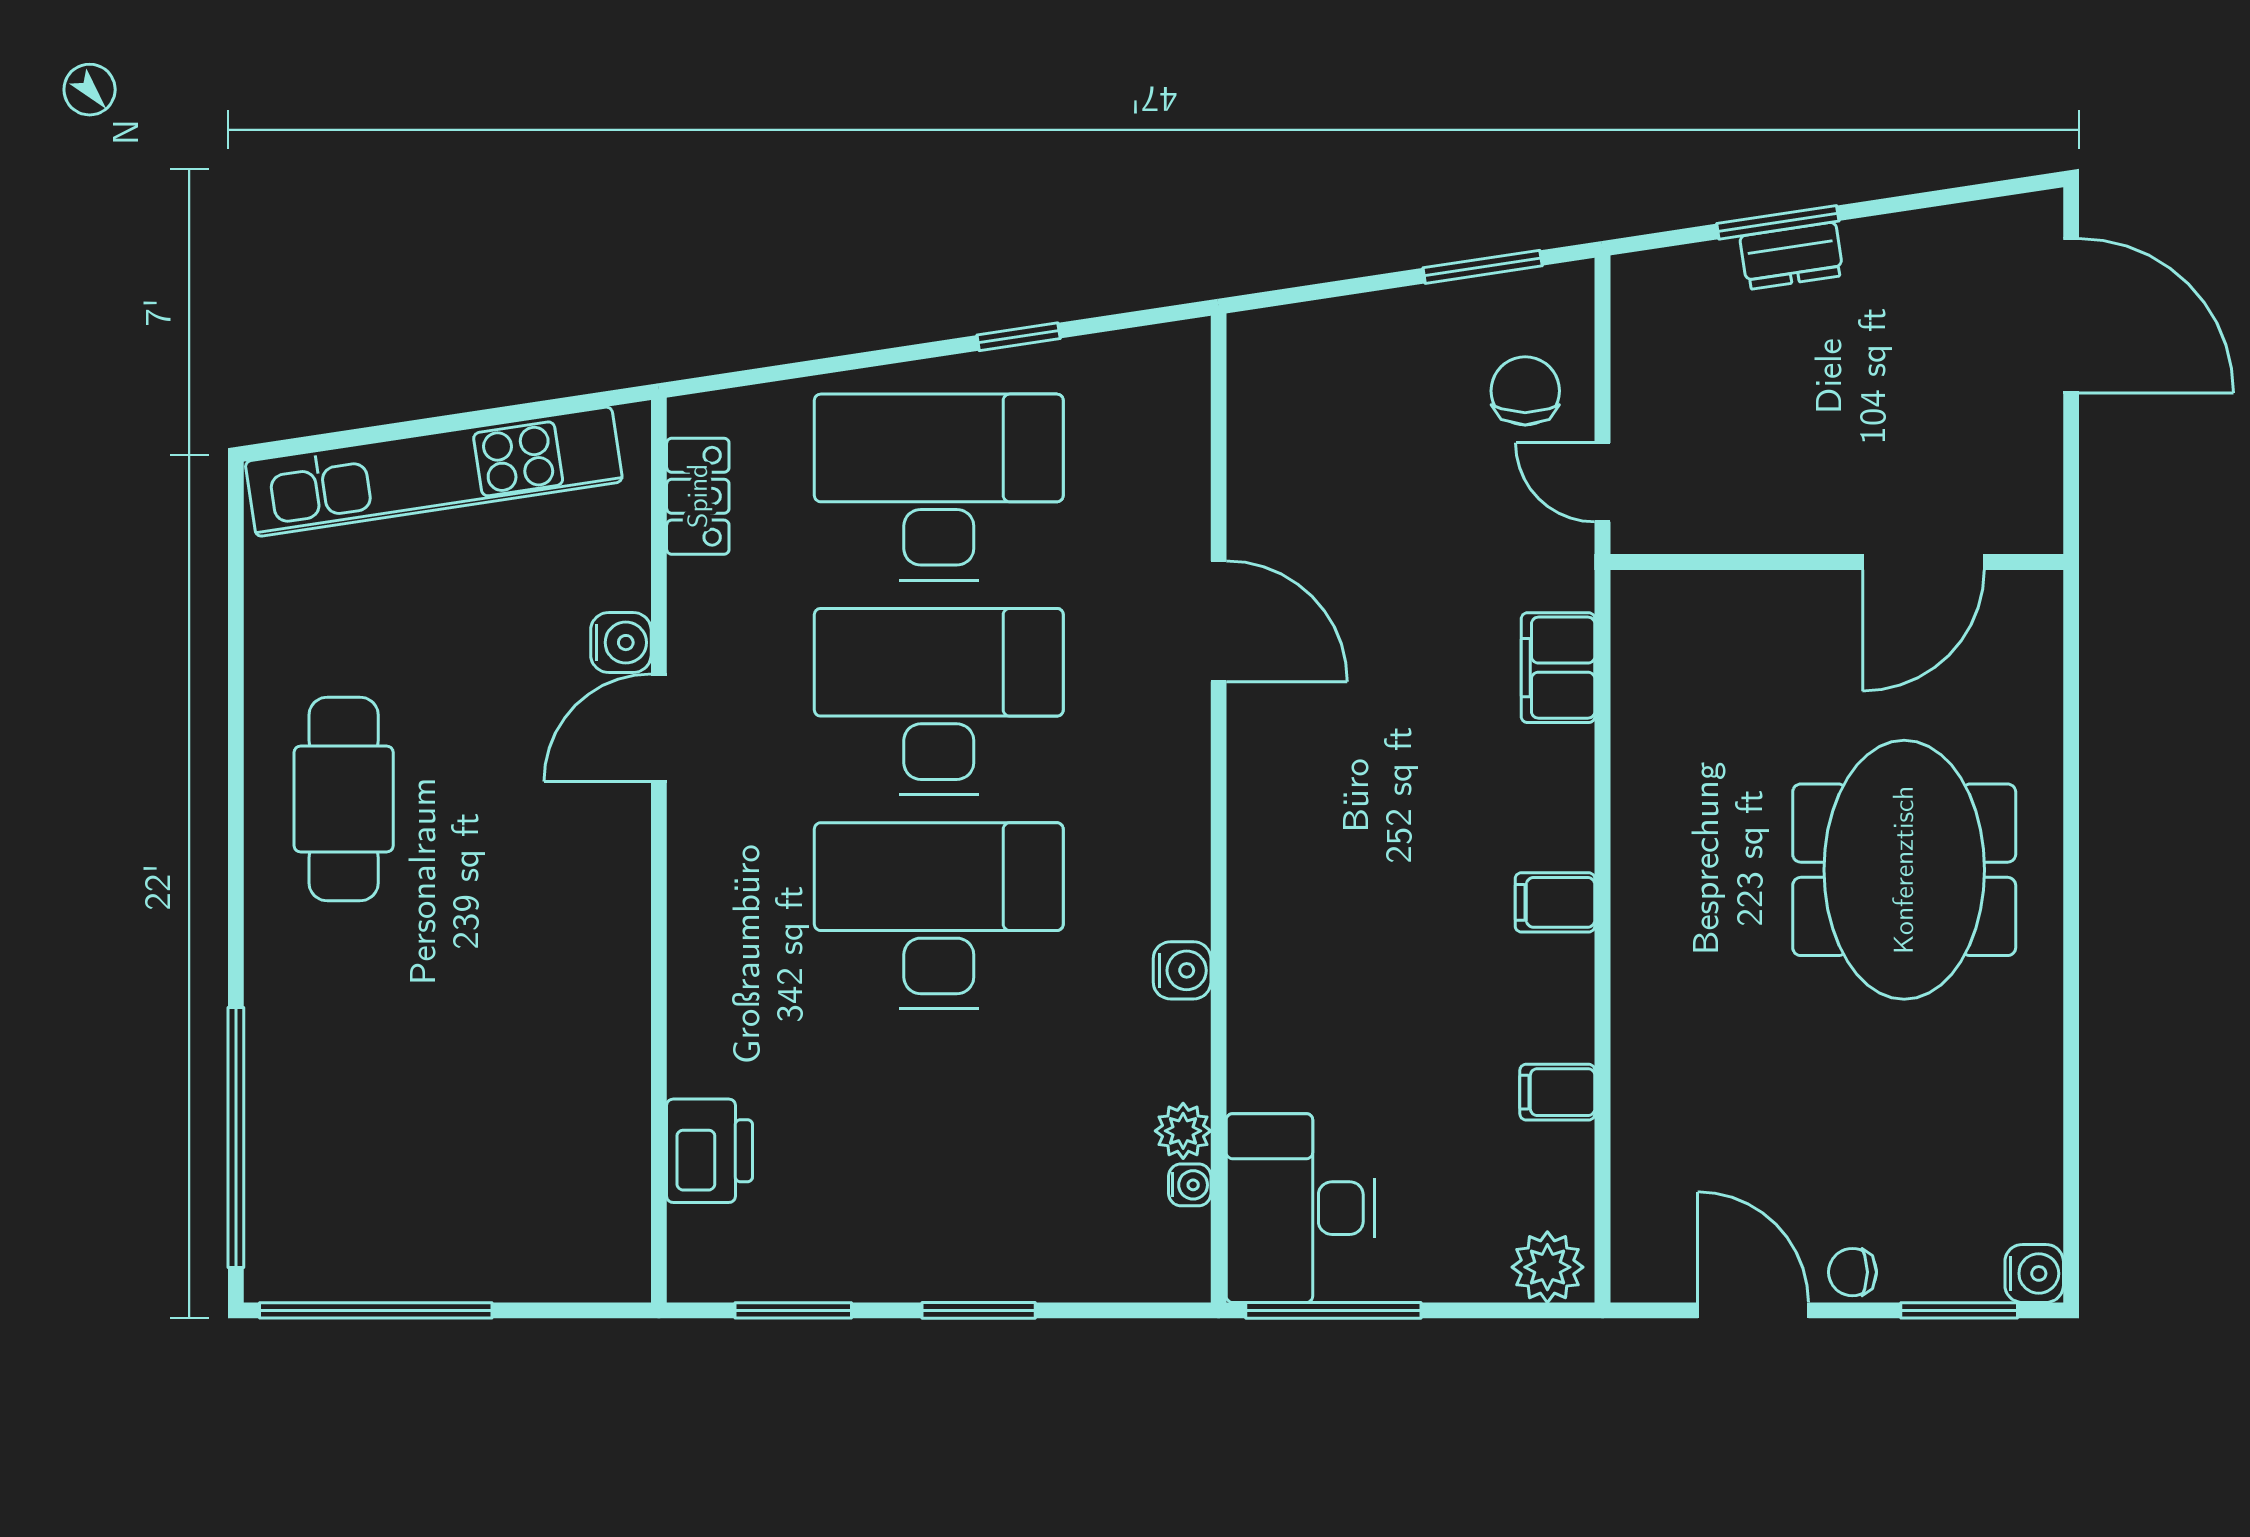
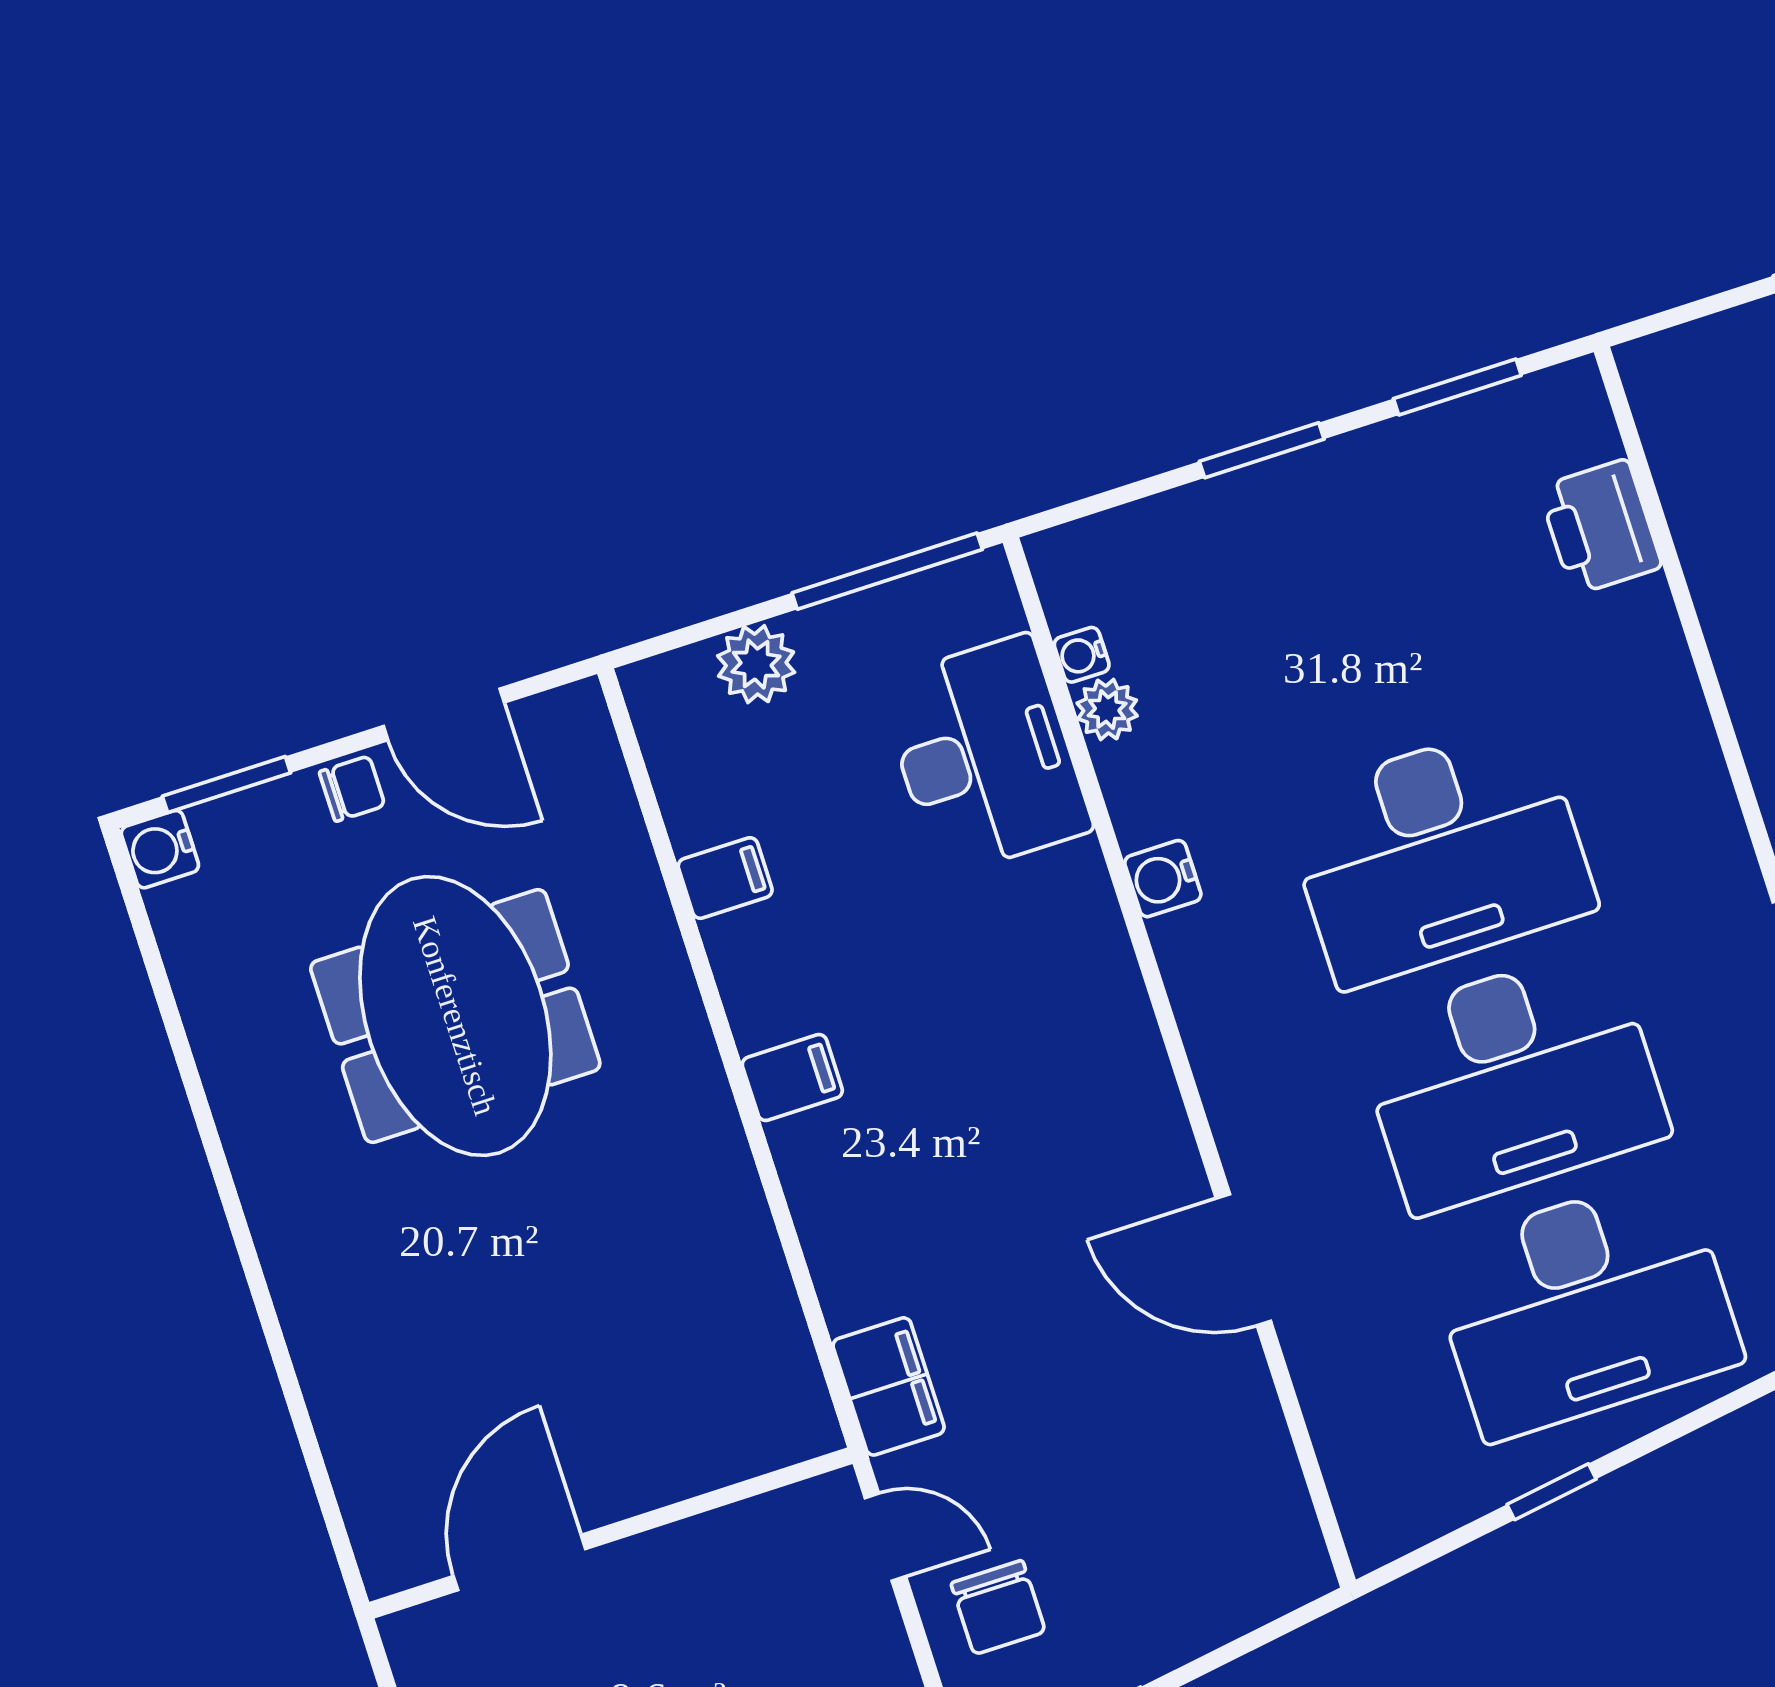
filing cabinet: (1558, 668) -> (889, 1386), moved
meeting table: (1904, 870) -> (455, 1016), moved
desk: (1301, 1208) -> (985, 756), moved
plant: (1547, 1267) -> (756, 664), moved

